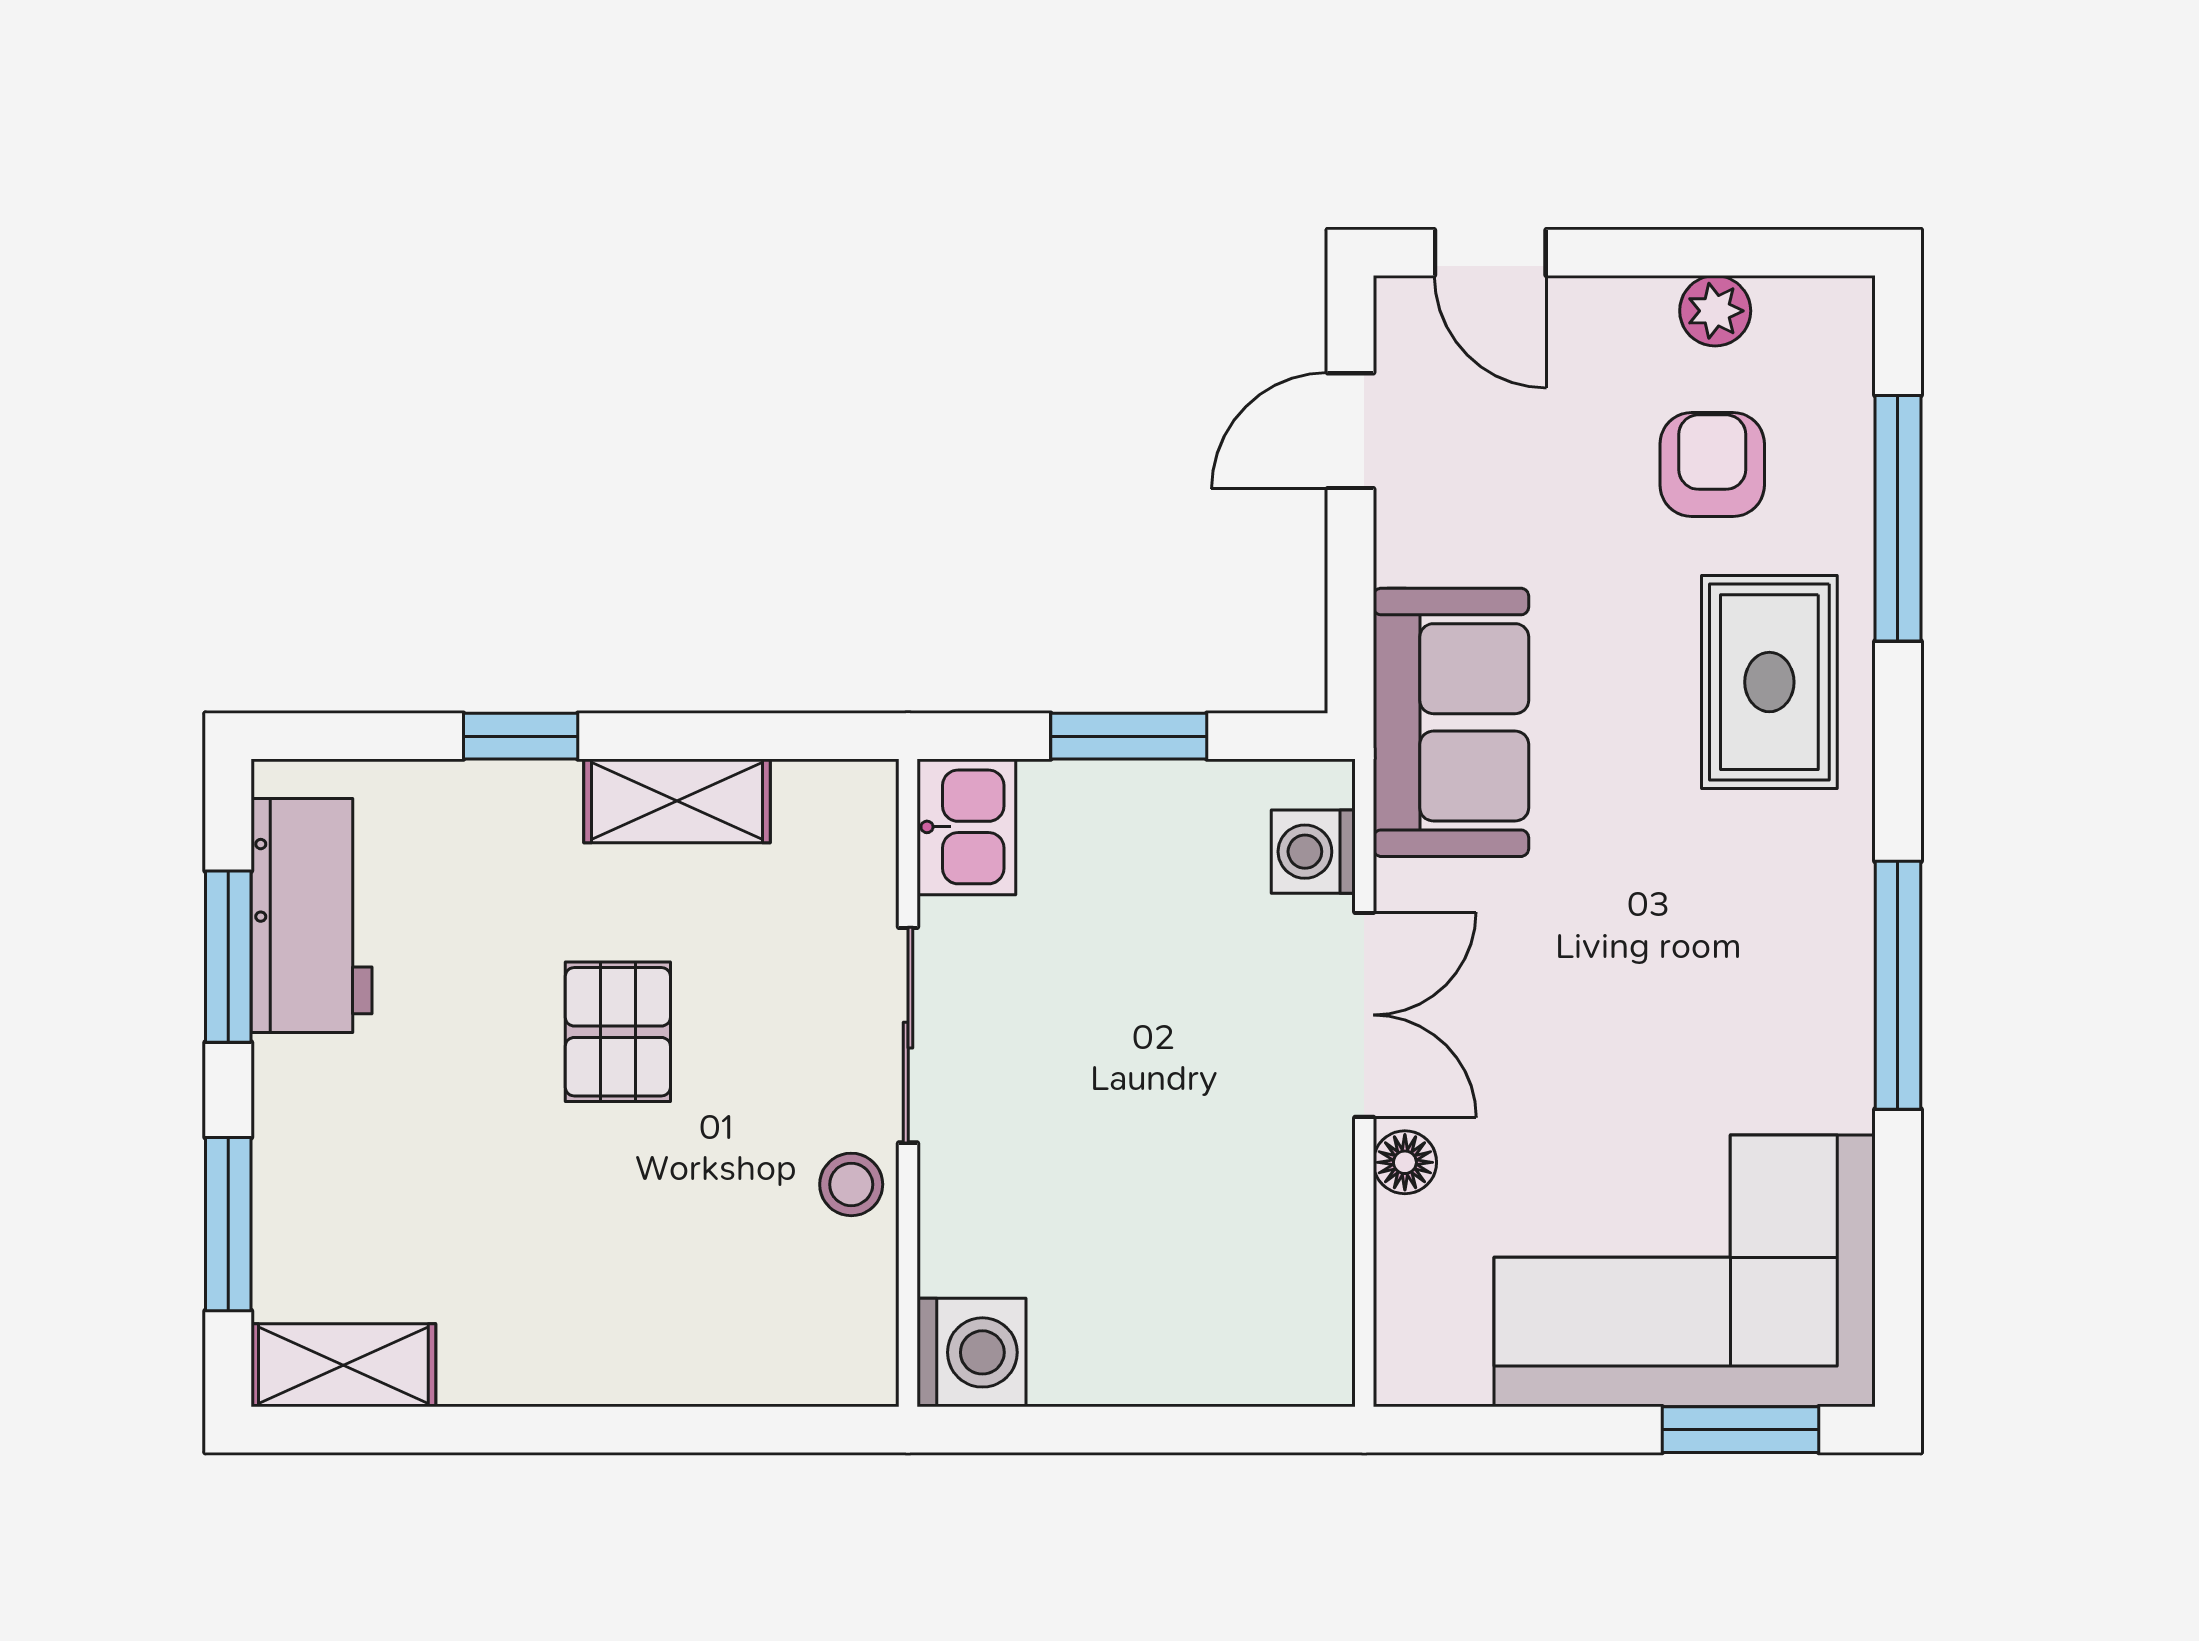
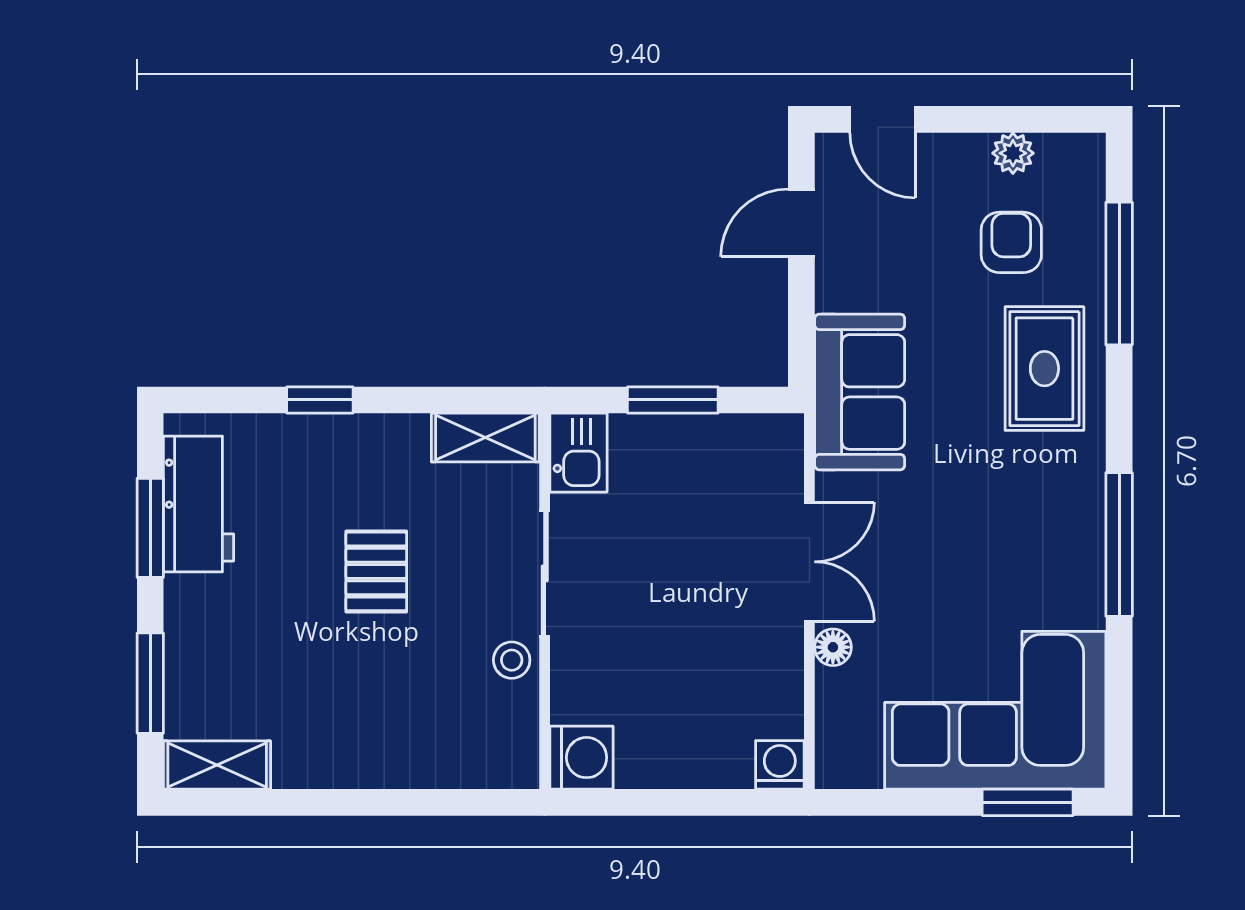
shelving: (677, 801) -> (485, 438), moved
washing machine: (1313, 852) -> (780, 765), moved, turned 90

